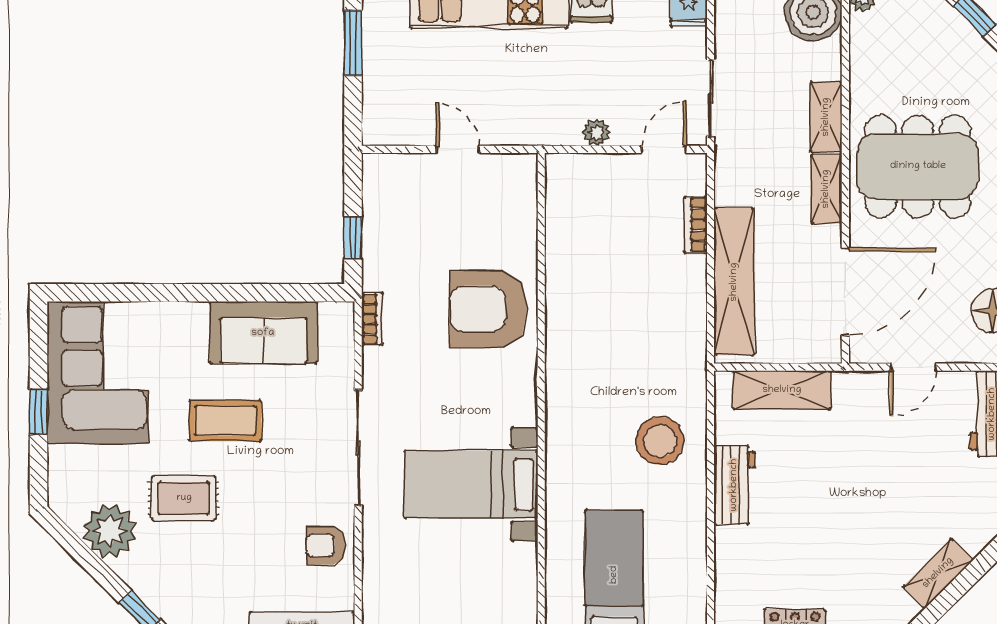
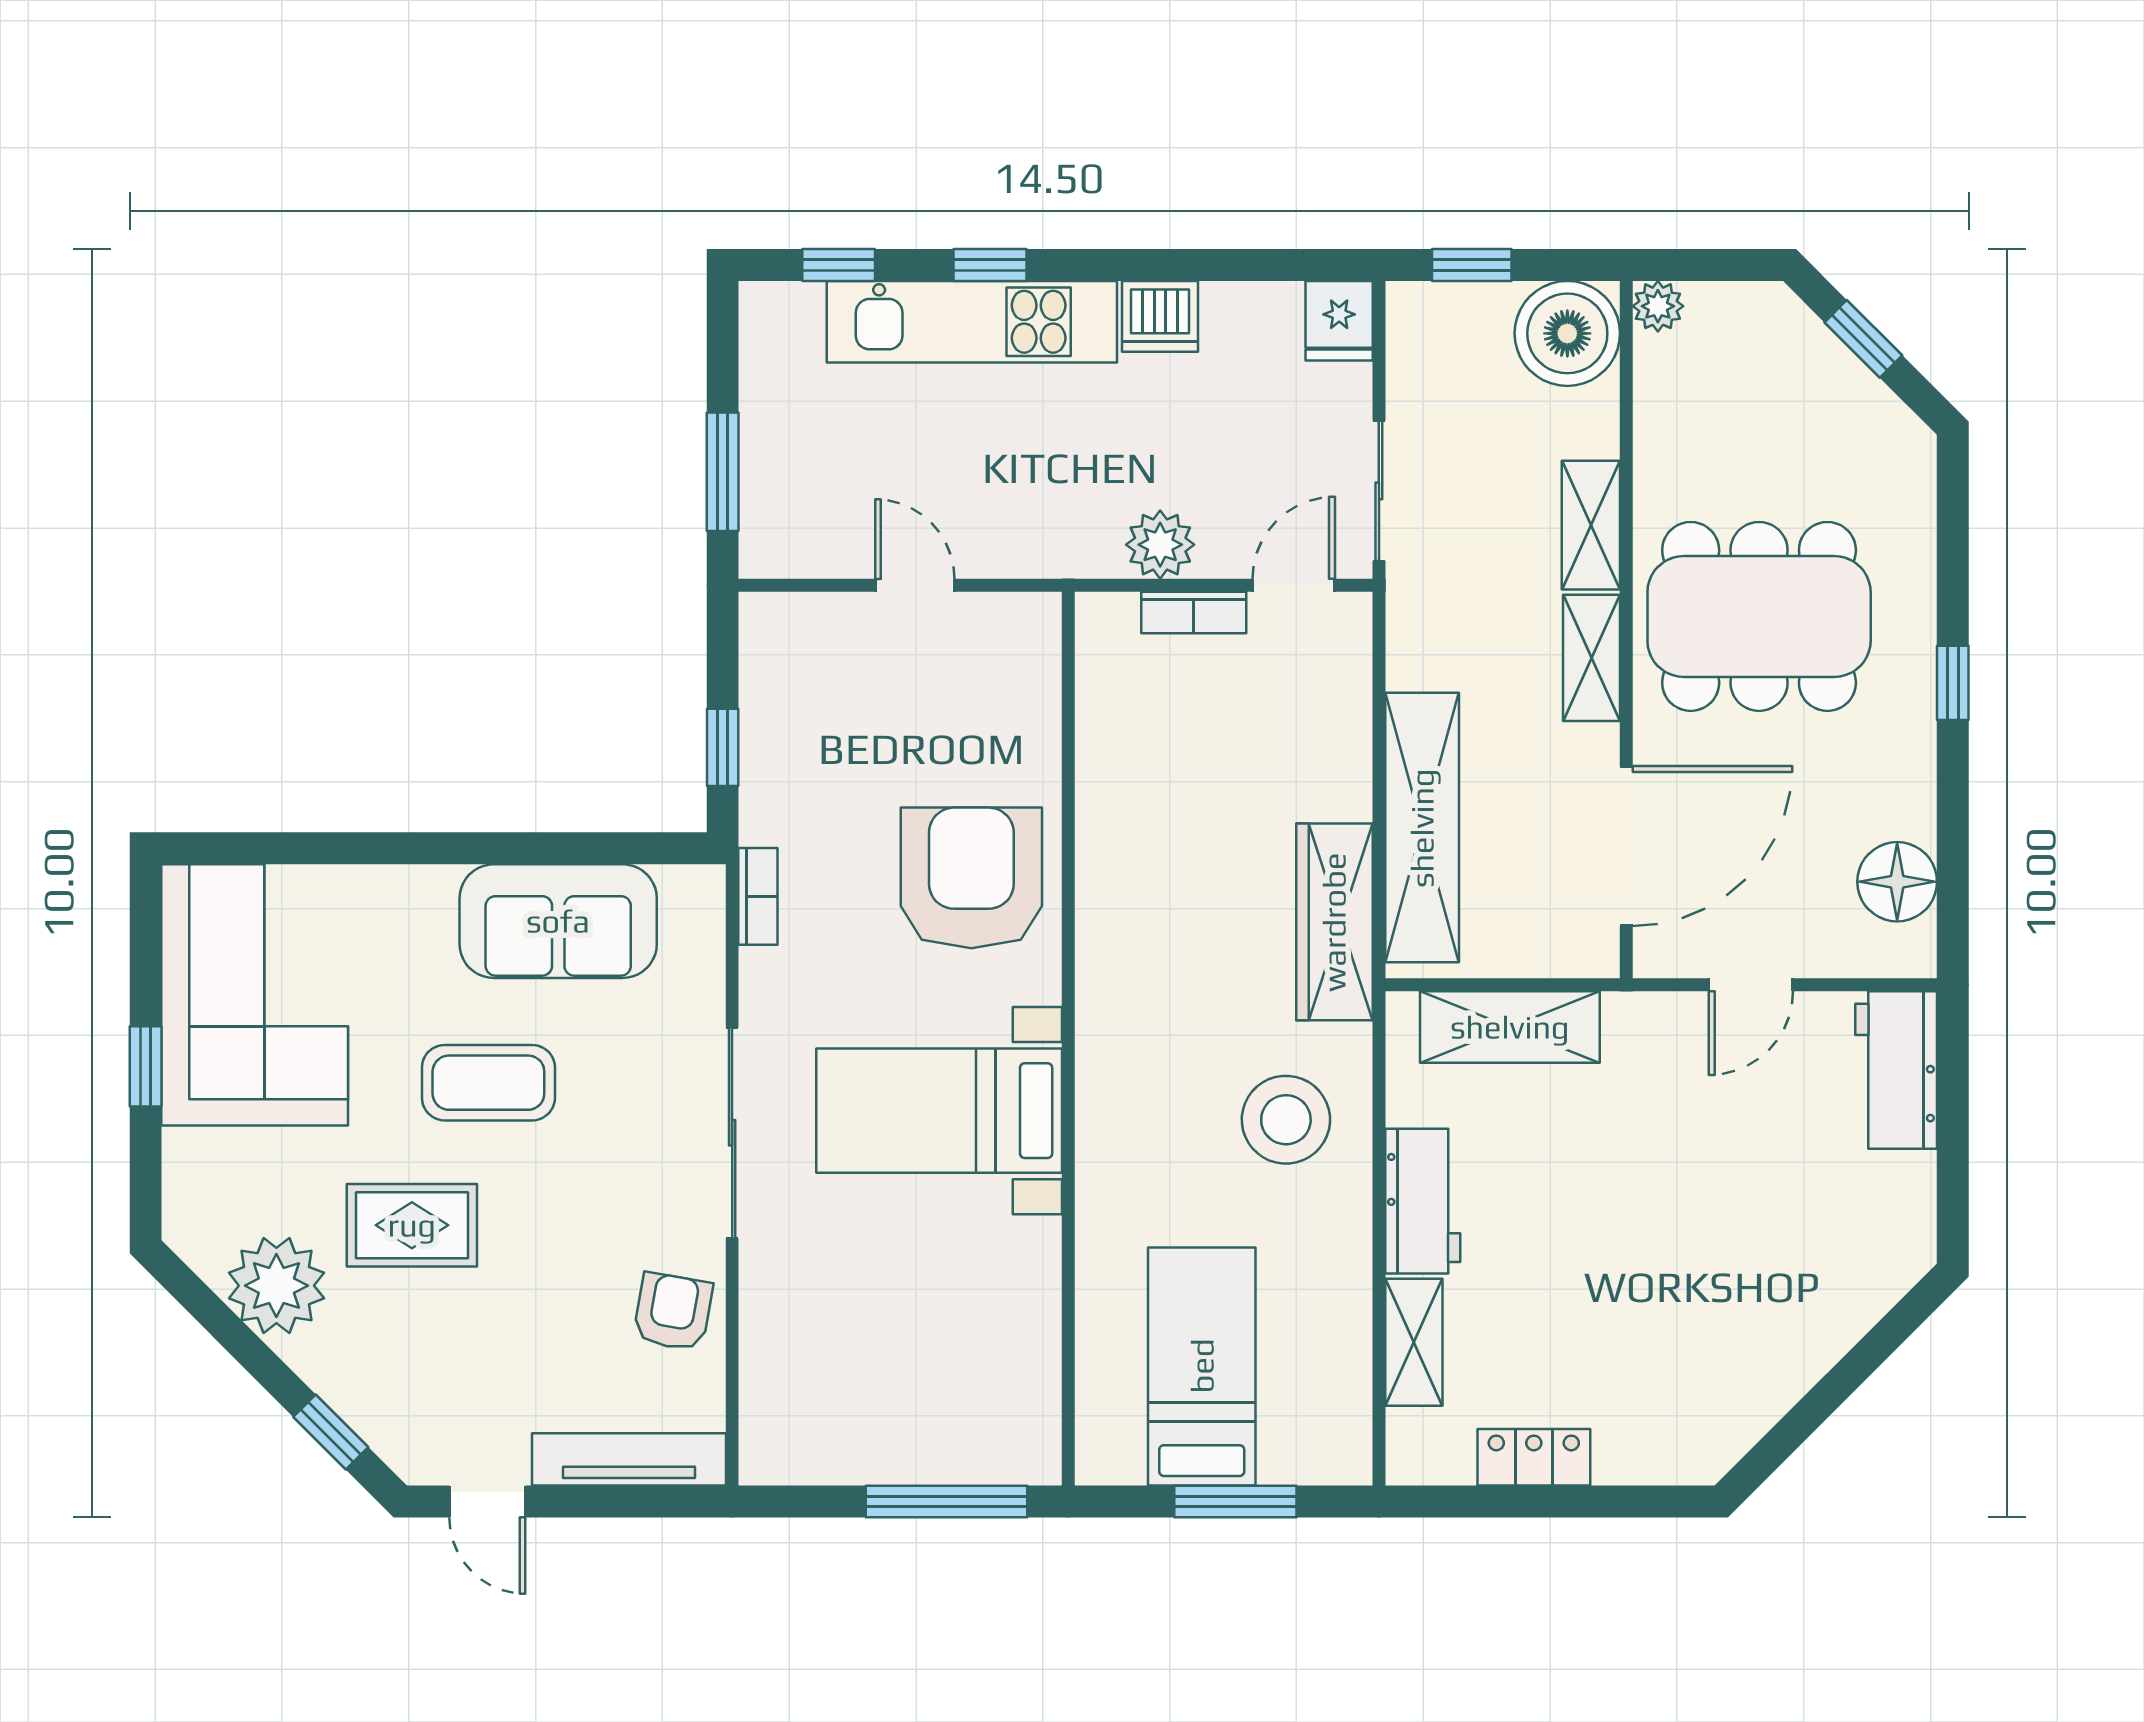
window: (353, 43) -> (723, 472), moved
plant: (596, 132) -> (1160, 545), width x1.38, depth x1.38
bookcase: (696, 225) -> (1194, 612), moved, turned -90
armchair: (488, 309) -> (971, 878), turned 90
wardrobe: (686, 333) -> (1334, 922), added
bed with nightstands: (471, 484) -> (939, 1111), moved
armchair: (326, 545) -> (673, 1312), turned 100
shelving: (938, 573) -> (1414, 1342), moved, turned -45

